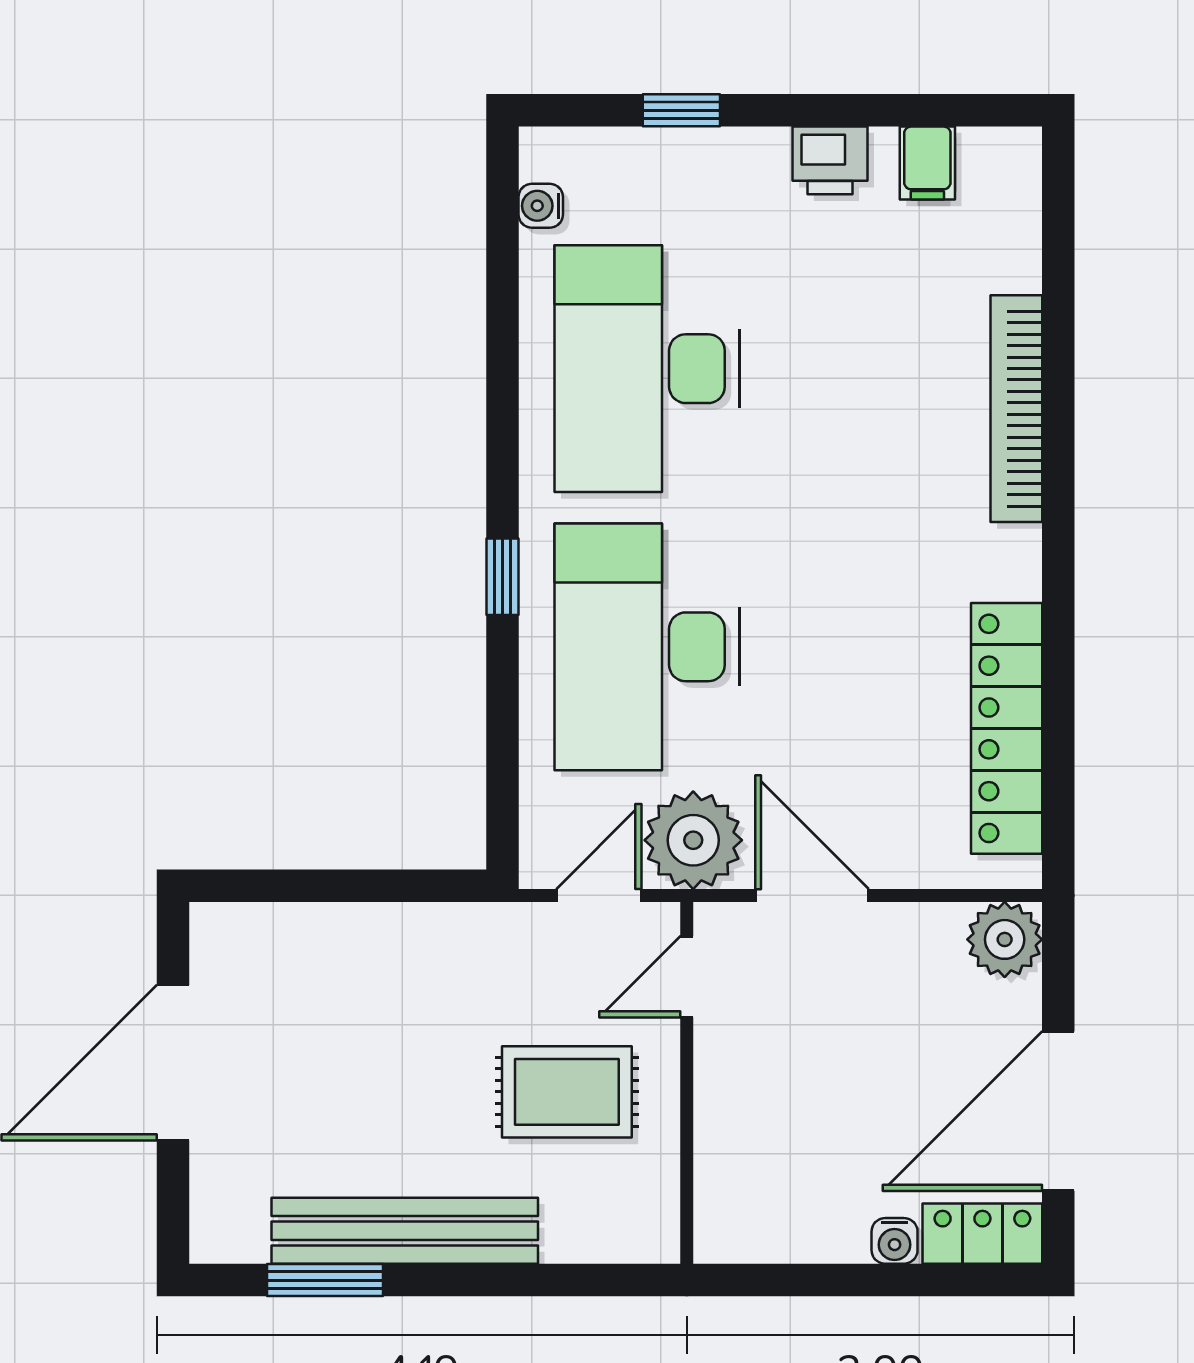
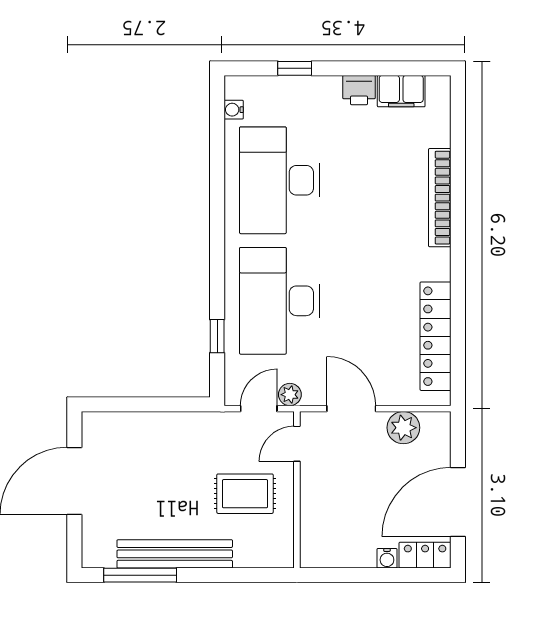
filing cabinet: (927, 163) -> (401, 91), width x2.00
window: (503, 577) -> (217, 336), moved
plant: (693, 840) -> (290, 395), width x0.53, depth x0.53
plant: (1005, 939) -> (403, 428), moved
window: (325, 1280) -> (140, 575), width x1.44

